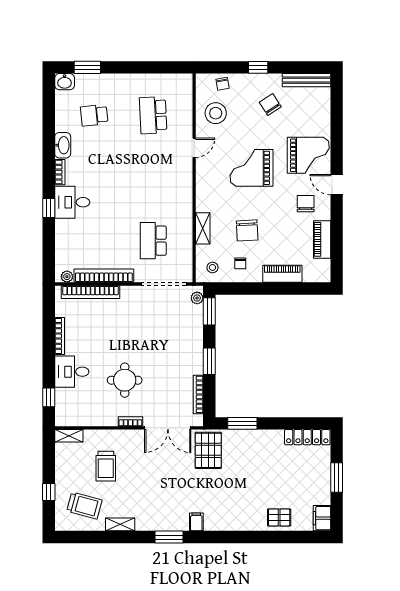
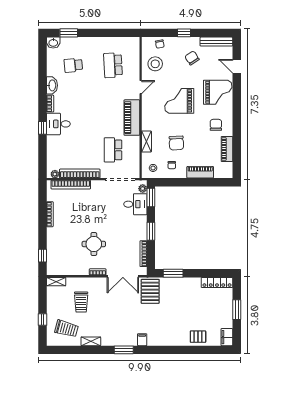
door: (337, 185) -> (237, 66), moved
piano: (181, 193) -> (132, 118), added
desk: (72, 372) -> (135, 204), moved, turned 180

